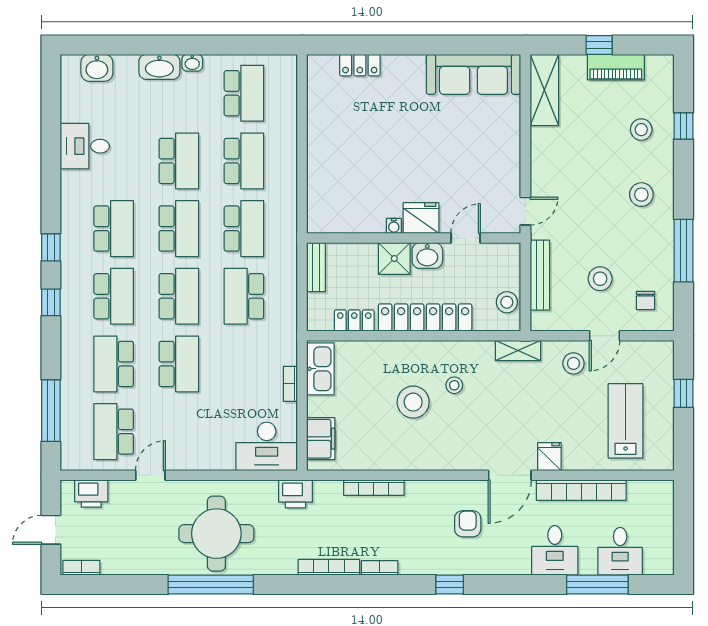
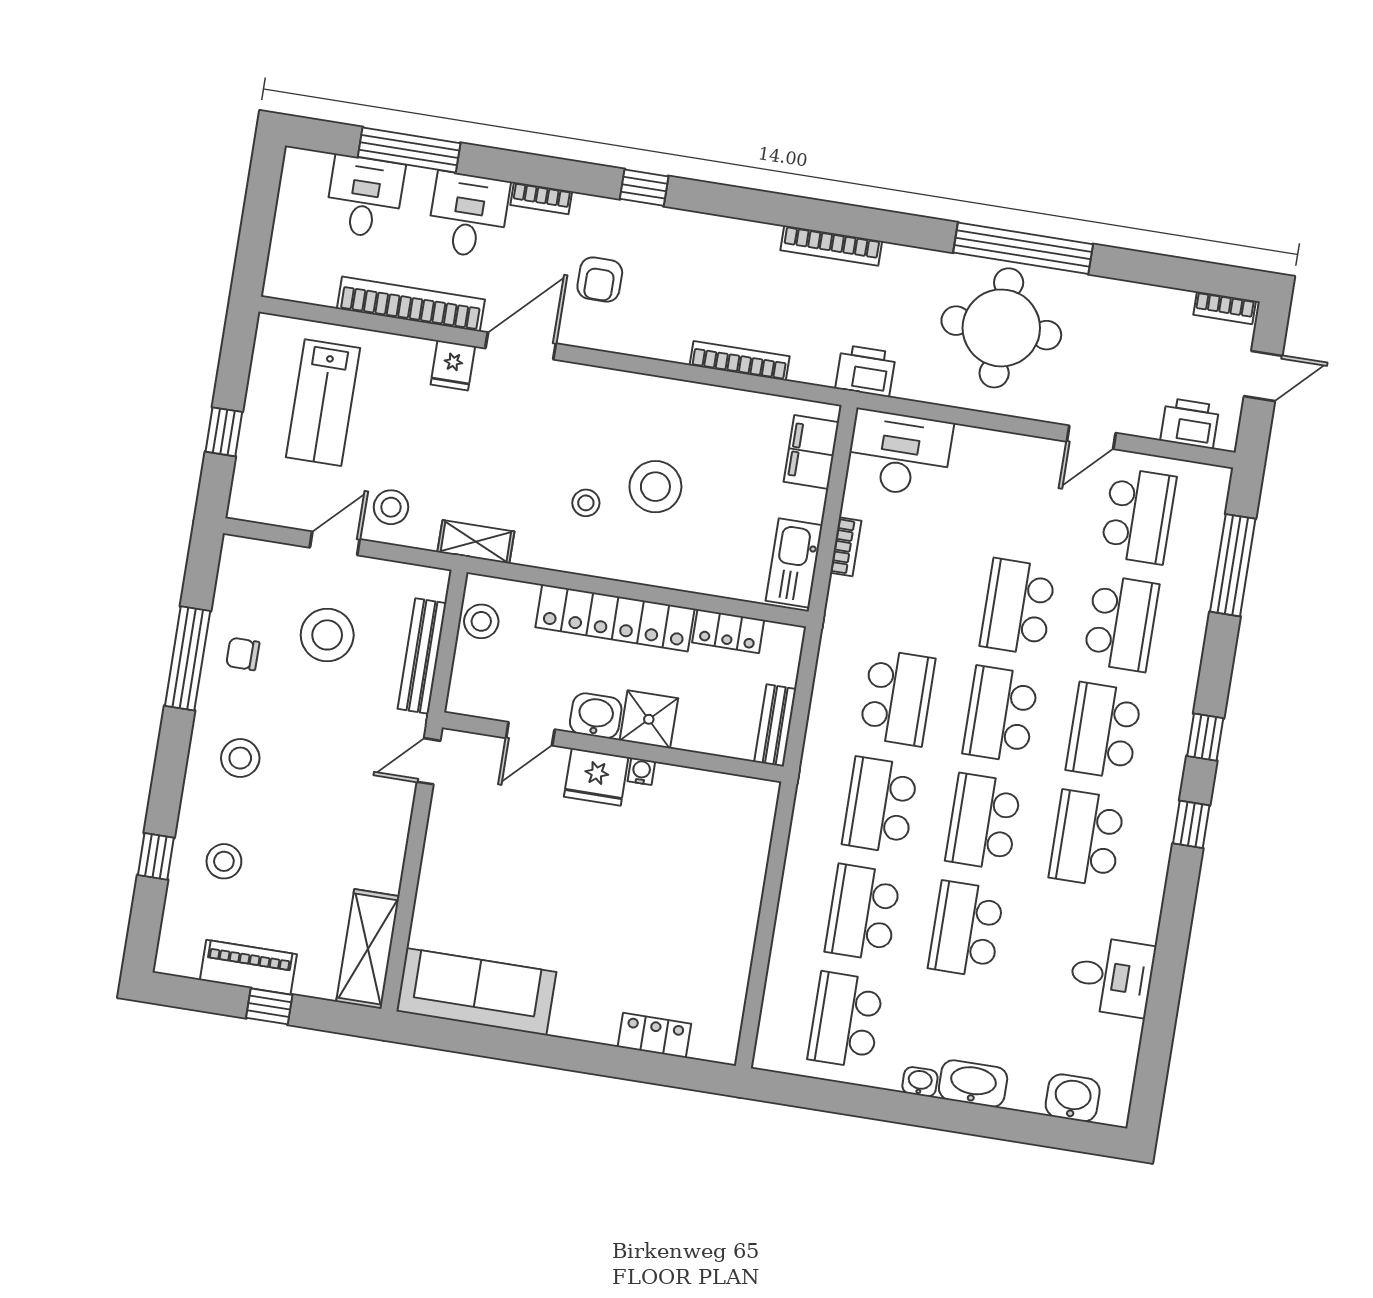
stool: (600, 279) -> (327, 635), width x1.38, depth x1.38
chair: (646, 301) -> (243, 654), moved, turned -90
bookcase: (380, 568) -> (541, 198), moved

